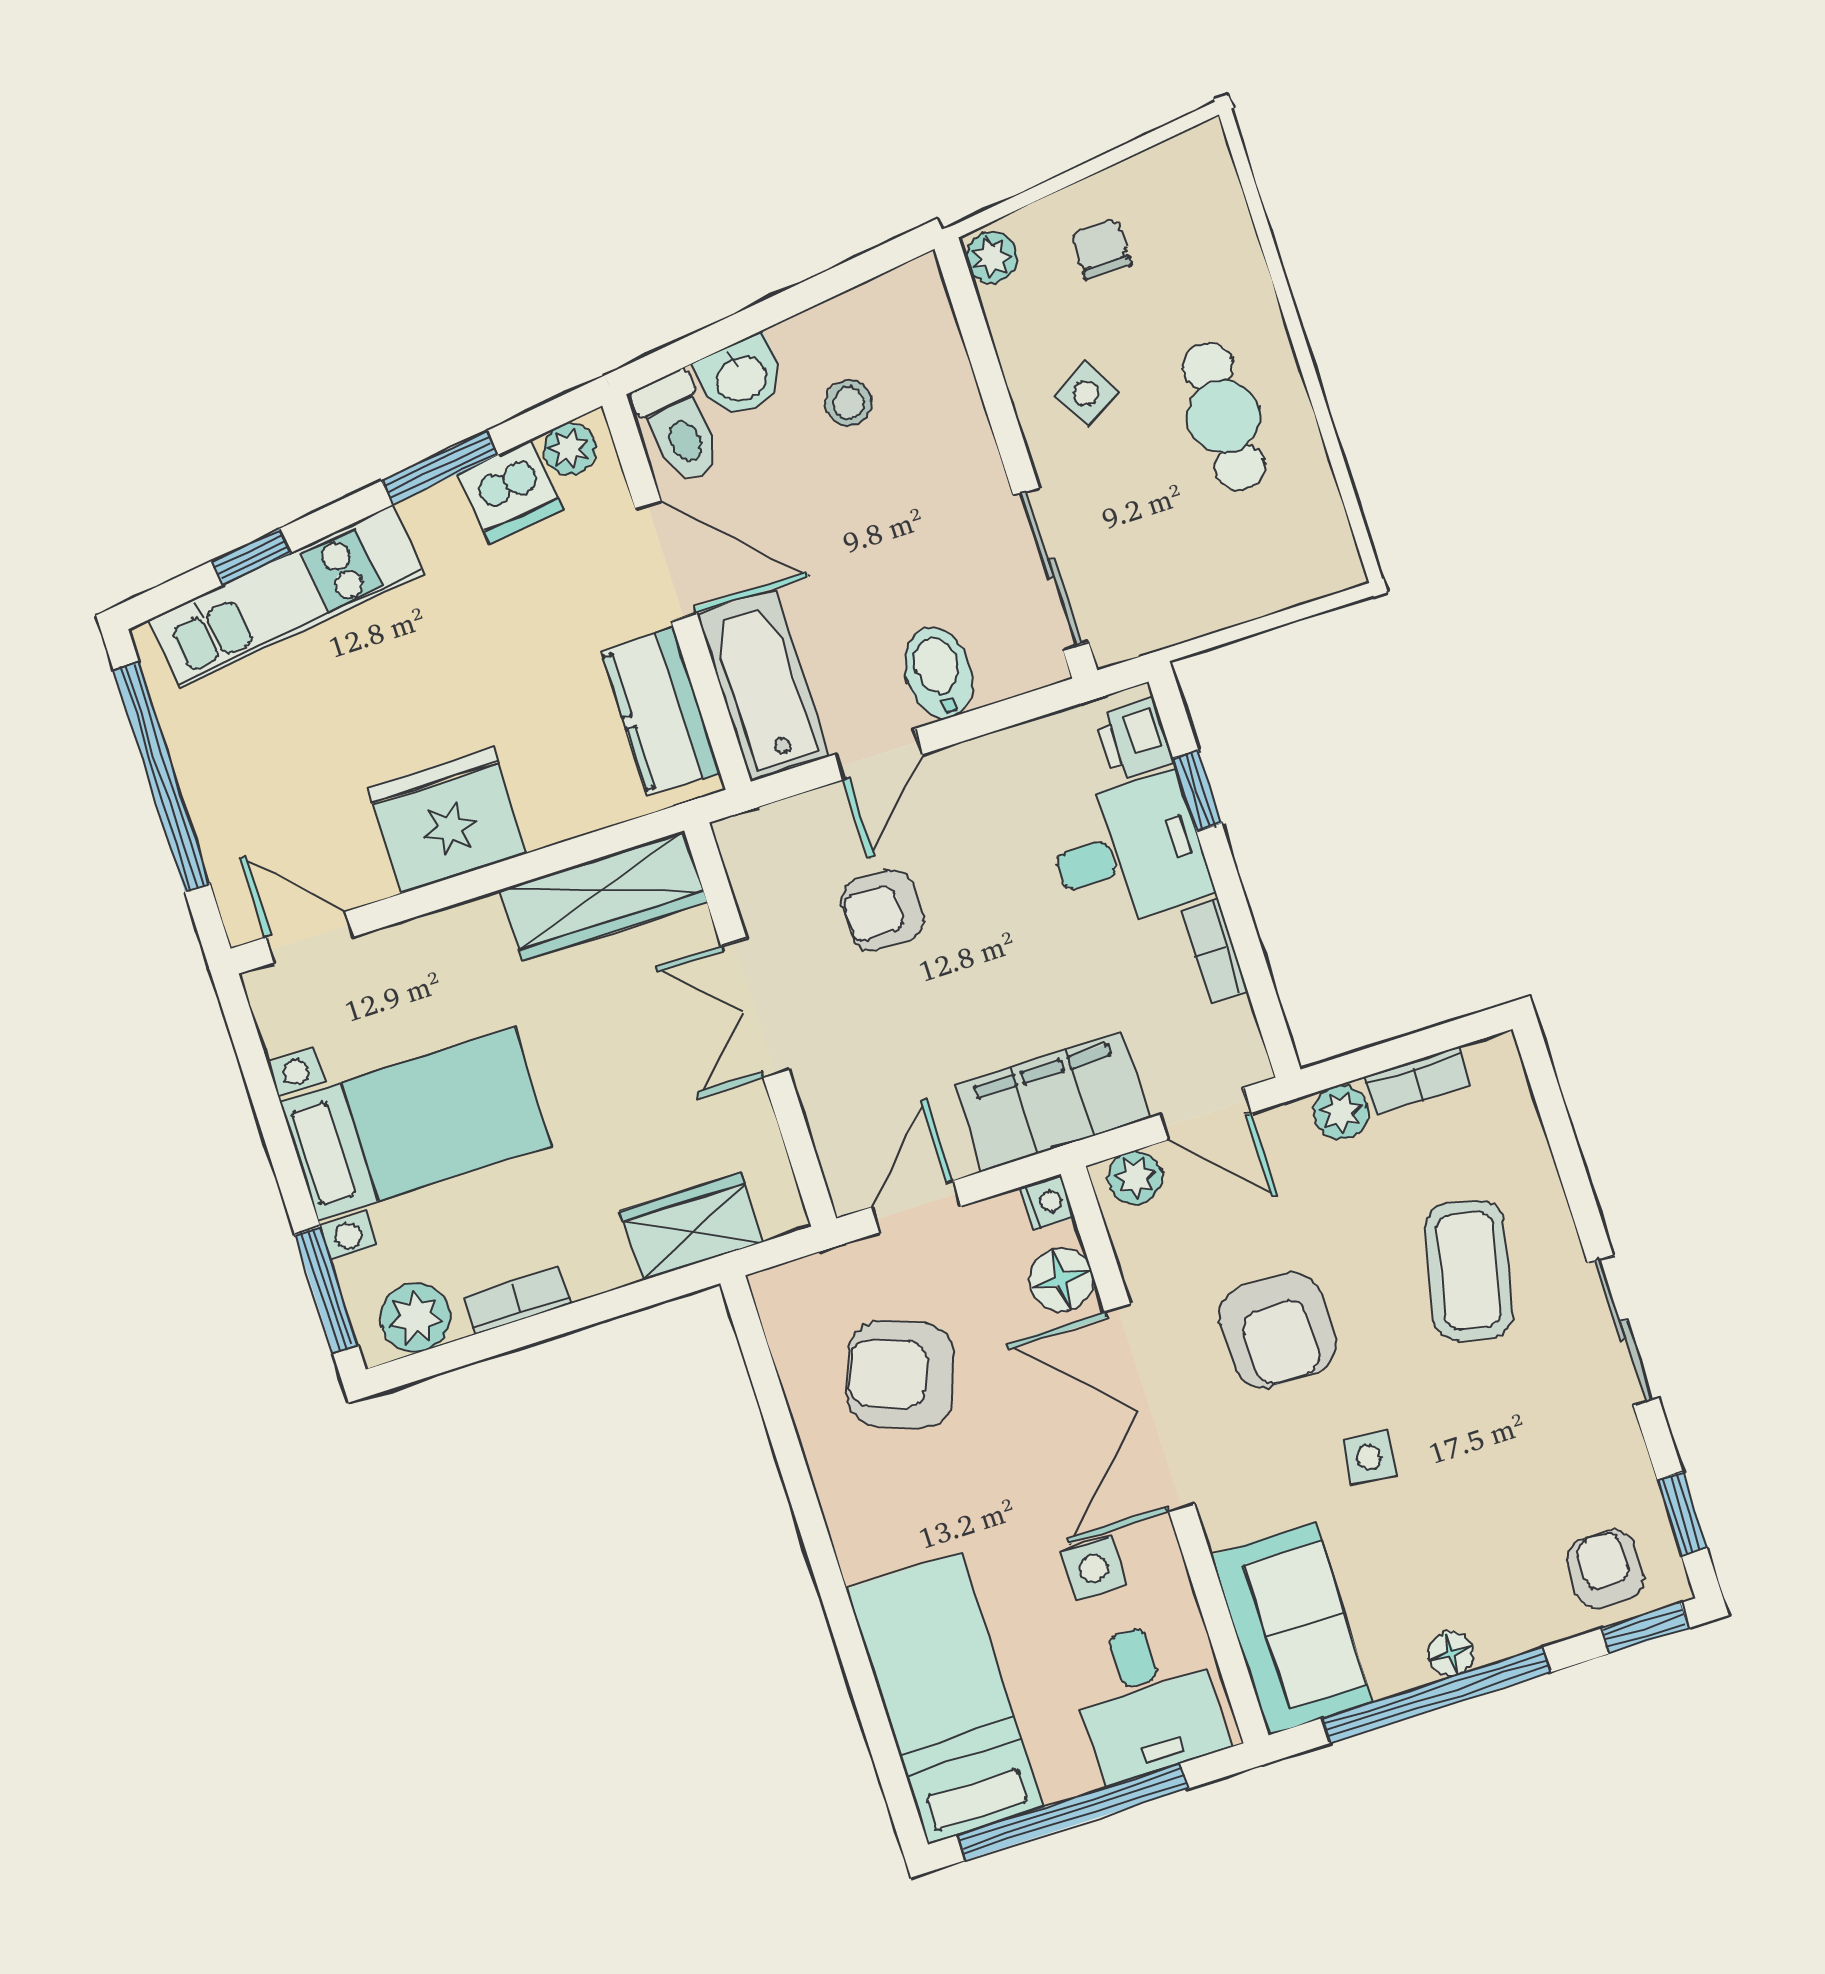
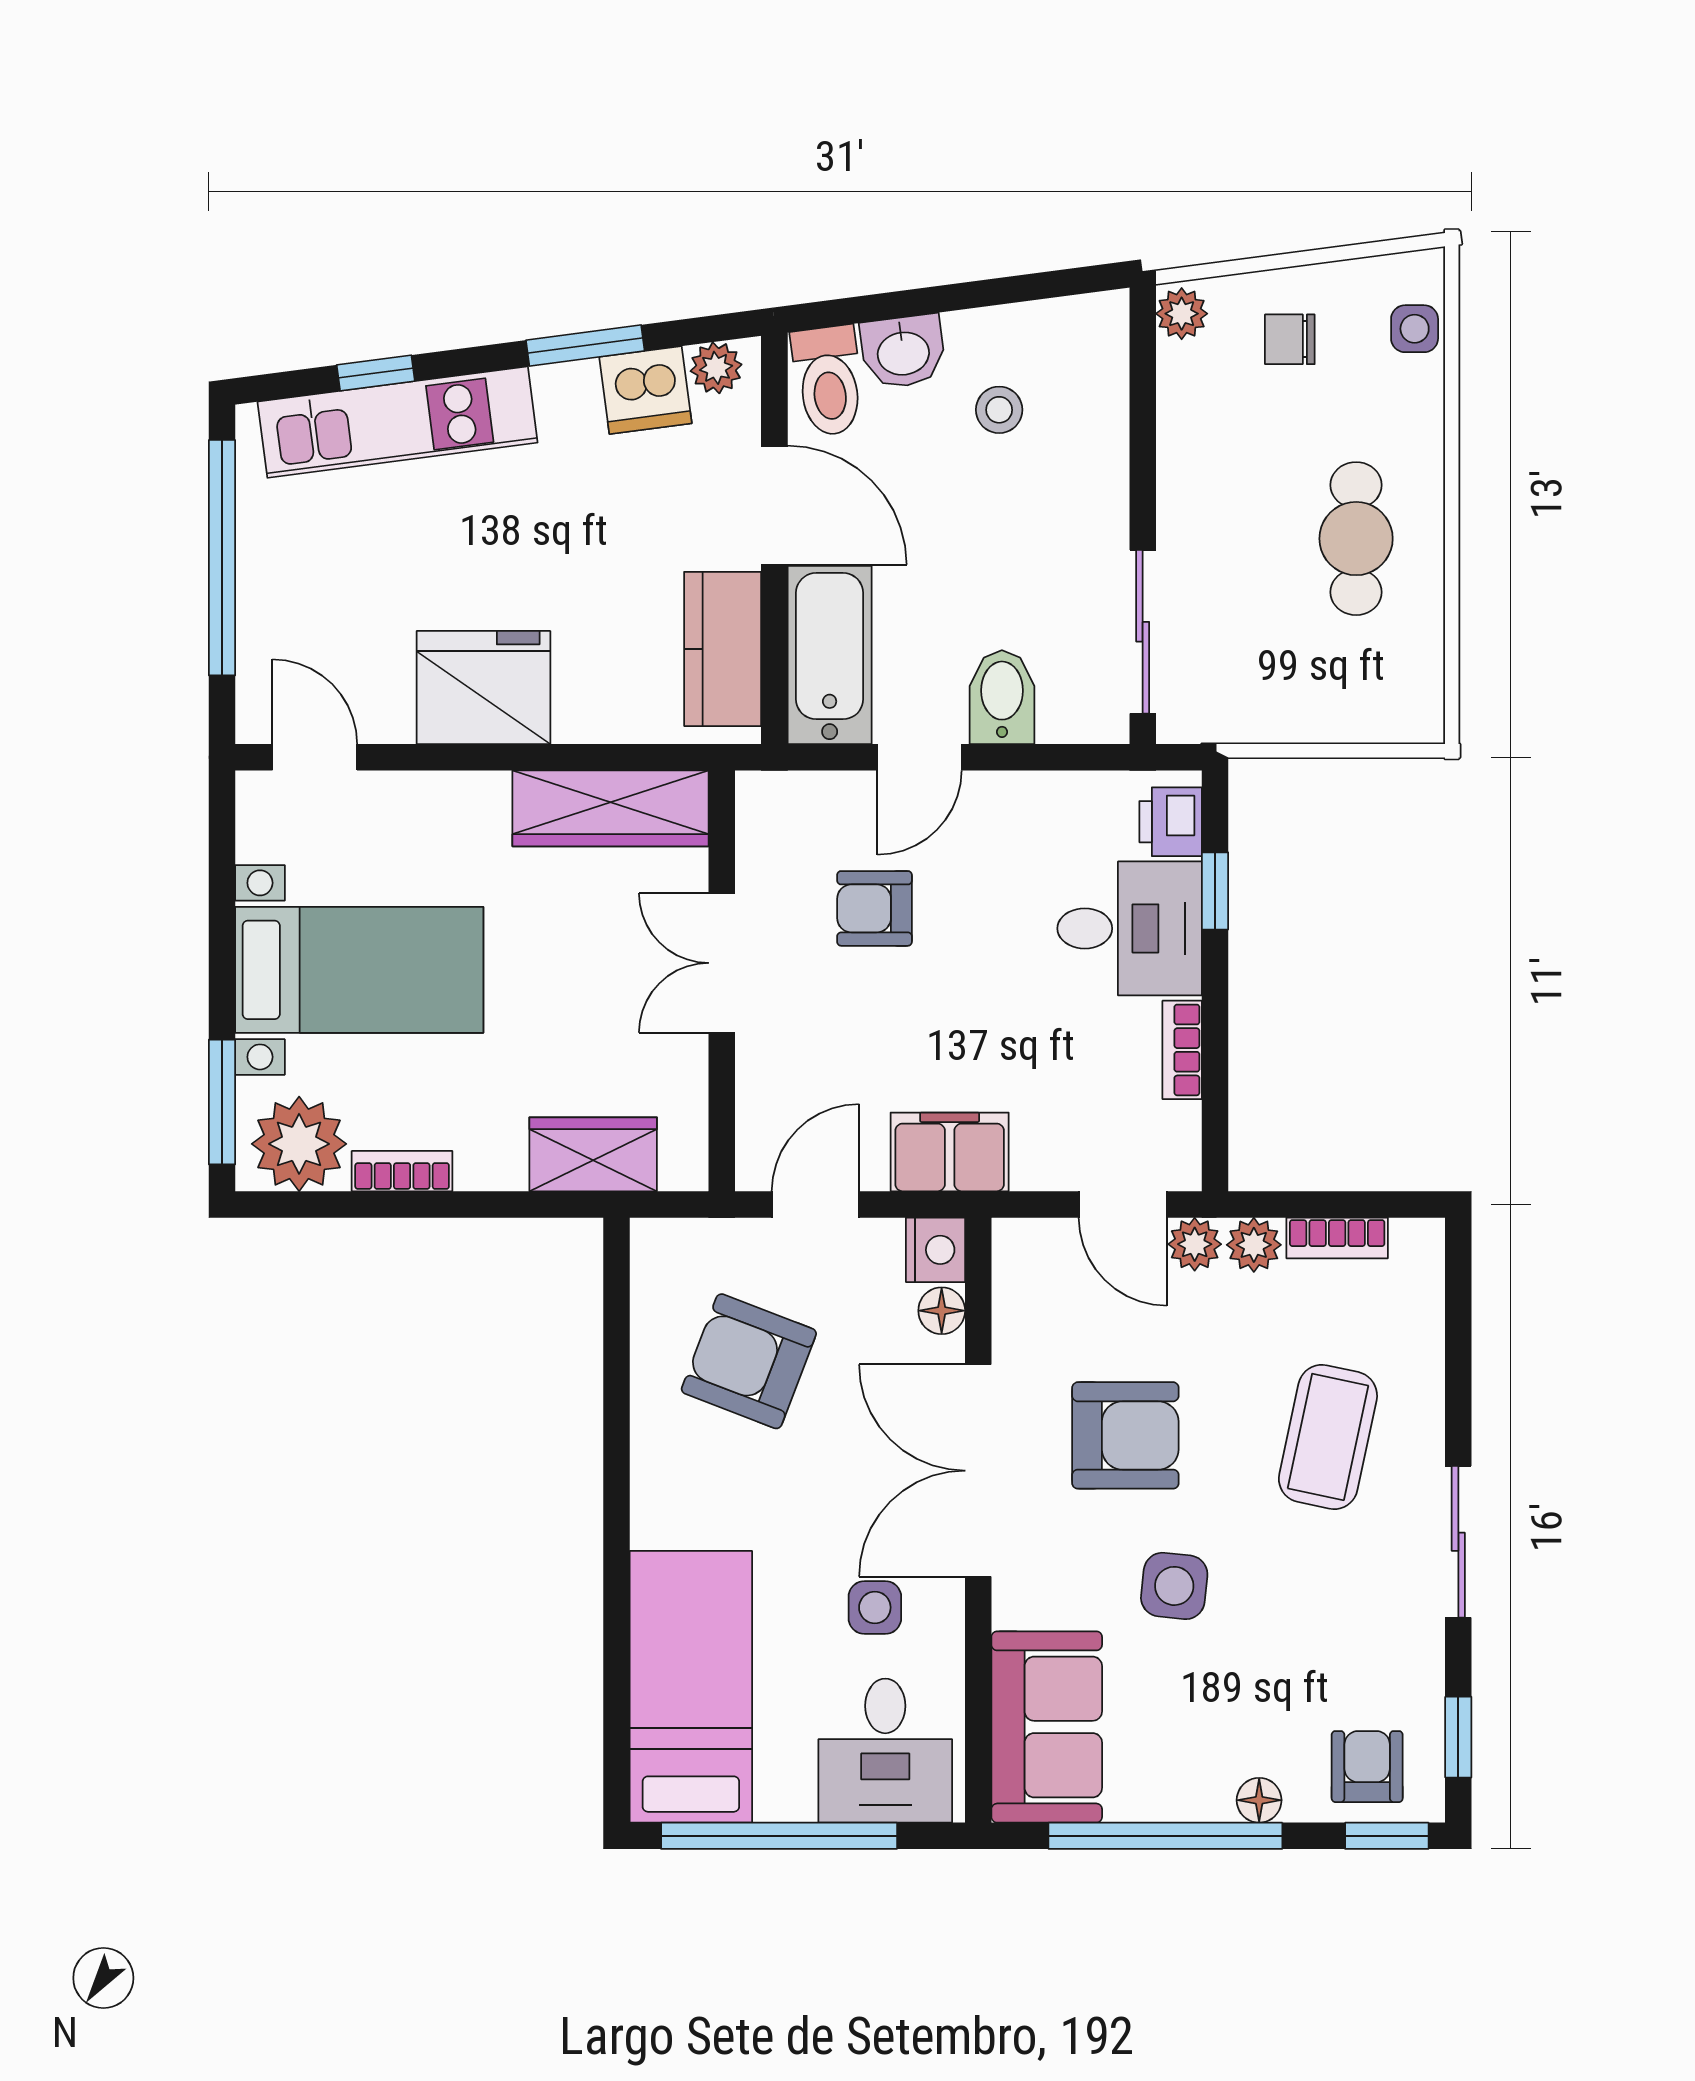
chair: (1101, 249) -> (1290, 339), turned -90
side table: (1086, 394) -> (1415, 329), moved, turned 30
filing cabinet: (1052, 1102) -> (950, 1152), width x0.67, depth x0.86
plant: (1135, 1178) -> (1195, 1244), moved
nightstand: (1047, 1202) -> (935, 1250), width x1.39, depth x1.35
floor lamp: (1061, 1279) -> (942, 1311), width x0.73, depth x0.73
plant: (415, 1318) -> (299, 1144), width x1.36, depth x1.36
armchair: (1278, 1330) -> (1125, 1435), turned -90
side table: (1369, 1457) -> (1174, 1586), width x1.37, depth x1.37
floor lamp: (1451, 1654) -> (1259, 1800), moved

